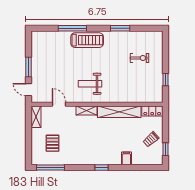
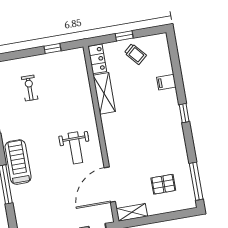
door: (59, 104) -> (110, 185), width x1.87
shelving: (87, 110) -> (112, 146), removed
shelving: (119, 112) -> (104, 93), width x0.68
window: (165, 149) -> (124, 36), moved

